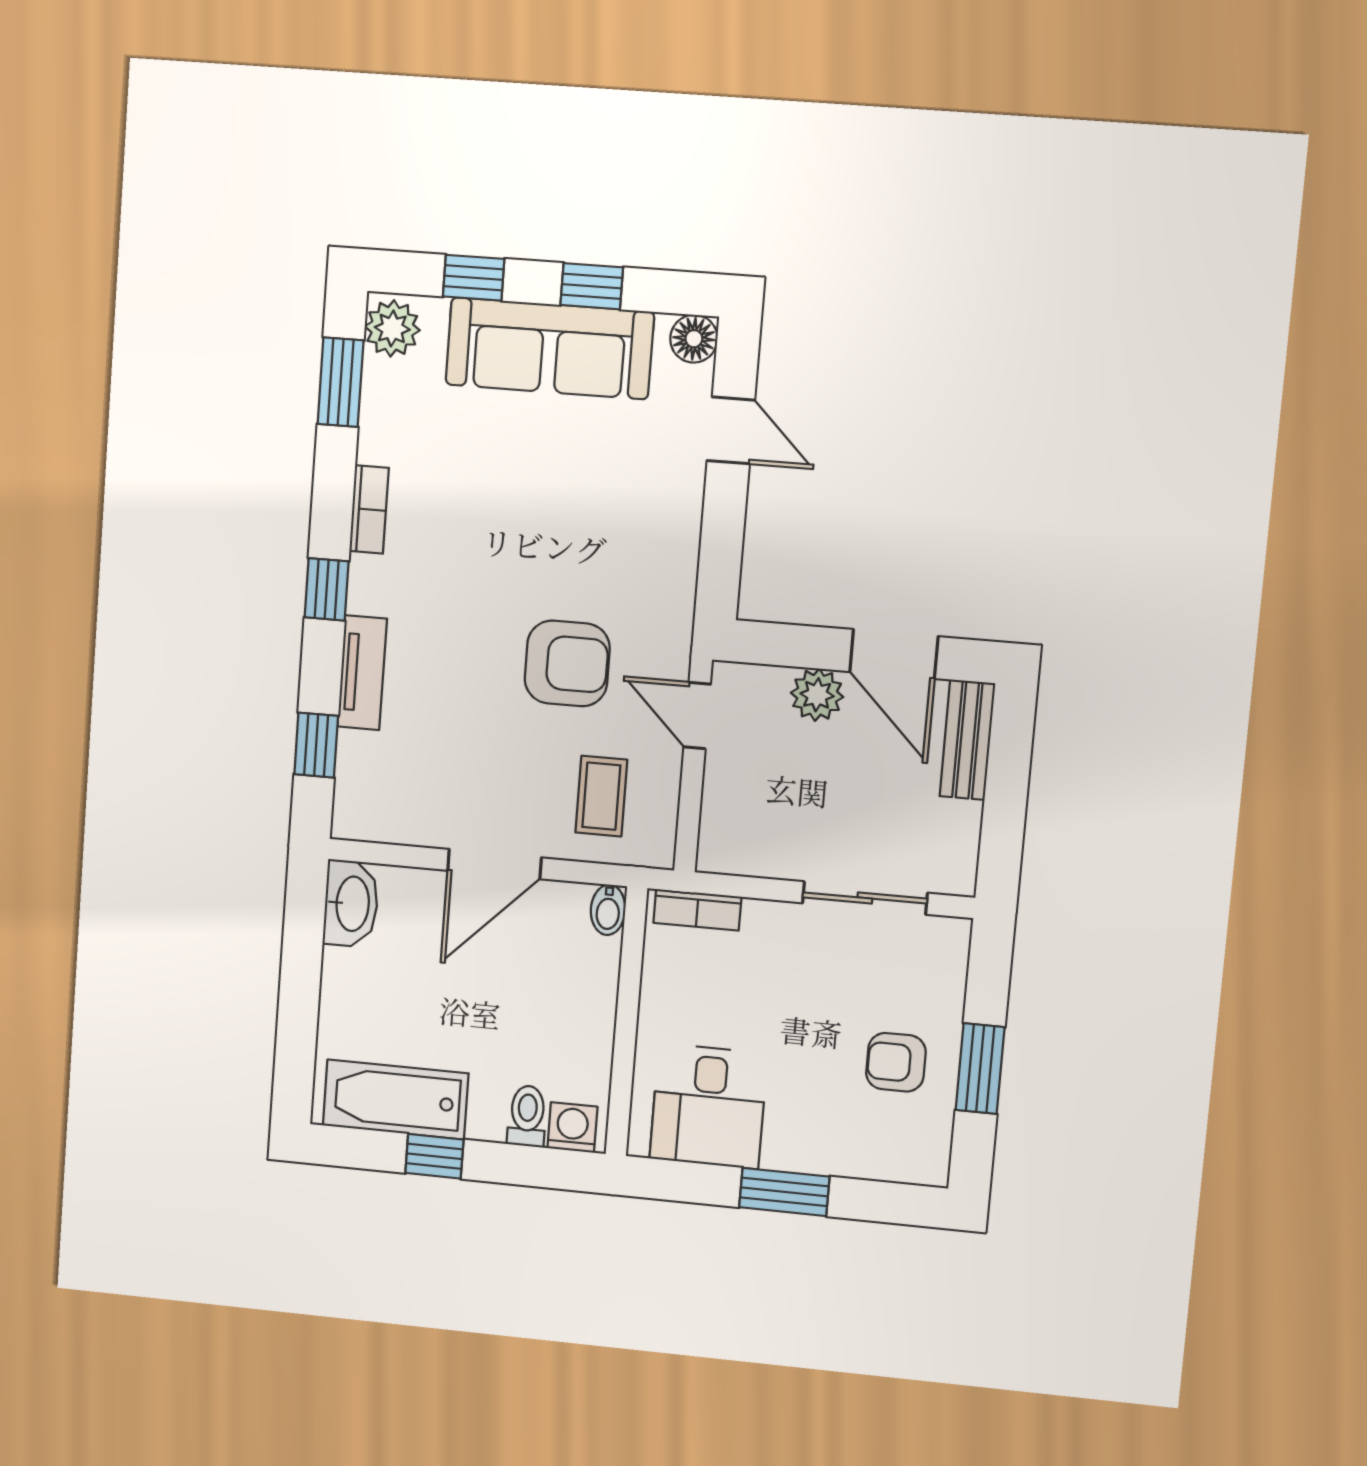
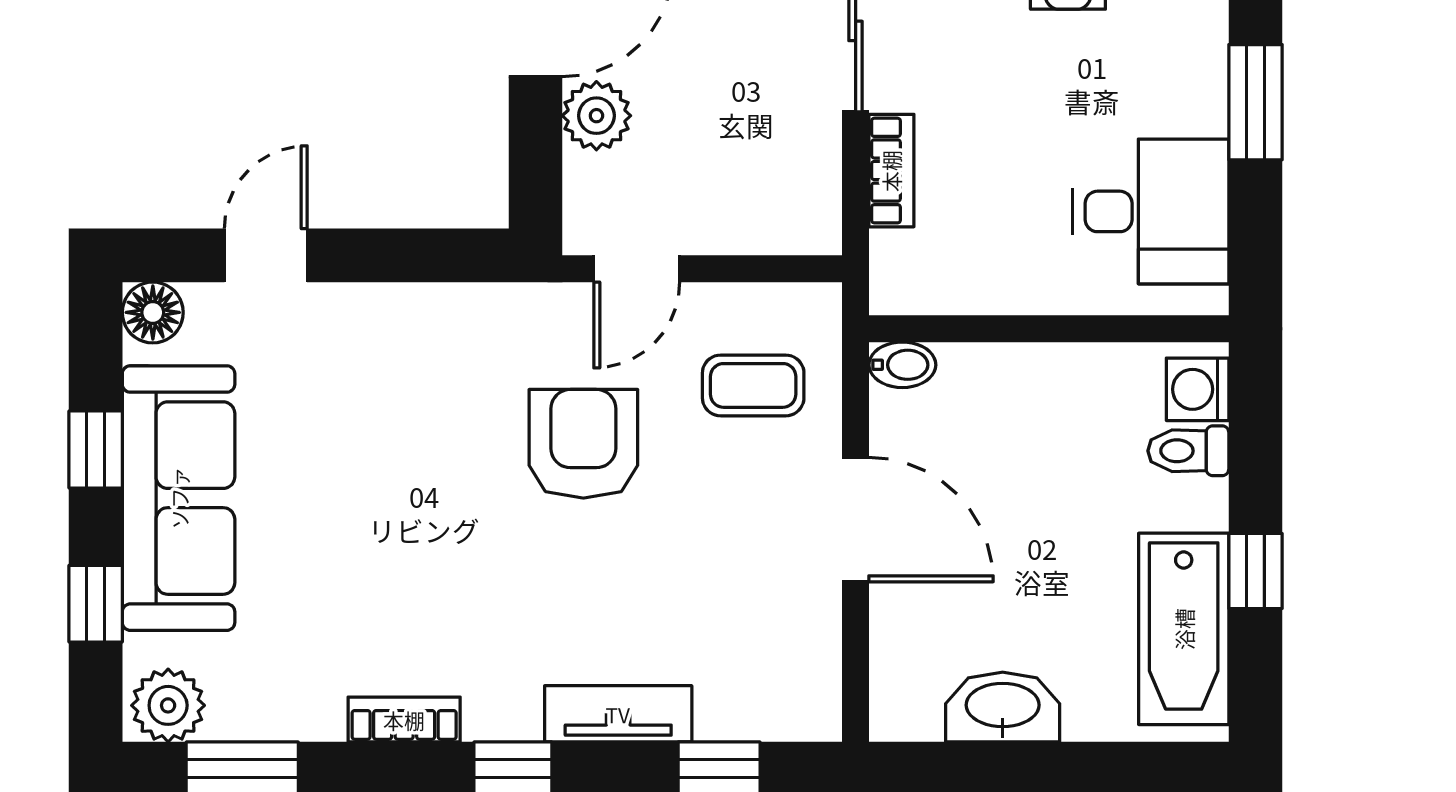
washbasin: (351, 904) -> (1003, 707), moved
bookcase: (697, 910) -> (891, 171), moved

